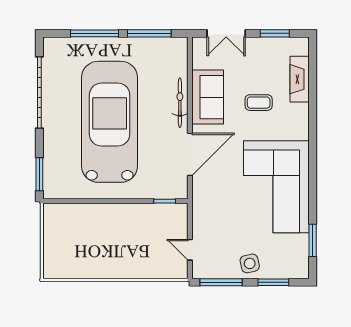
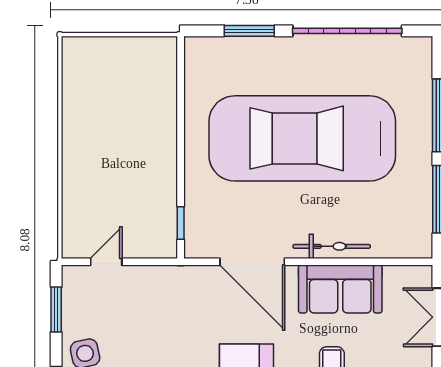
car: (110, 122) -> (302, 138), turned 180
window: (39, 174) -> (249, 31), moved
window: (221, 282) -> (56, 309), width x0.69

